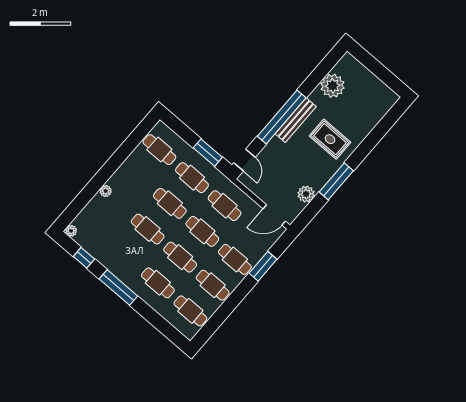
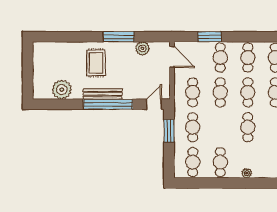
cafe table: (170, 203) -> (220, 162), moved

